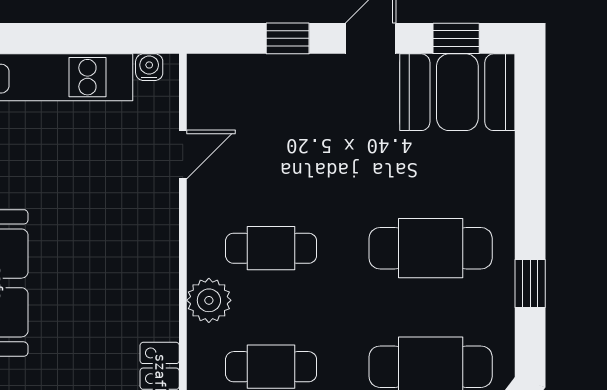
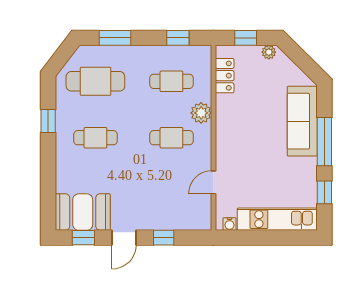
cafe table: (431, 248) -> (95, 138), width x0.73, depth x0.74

